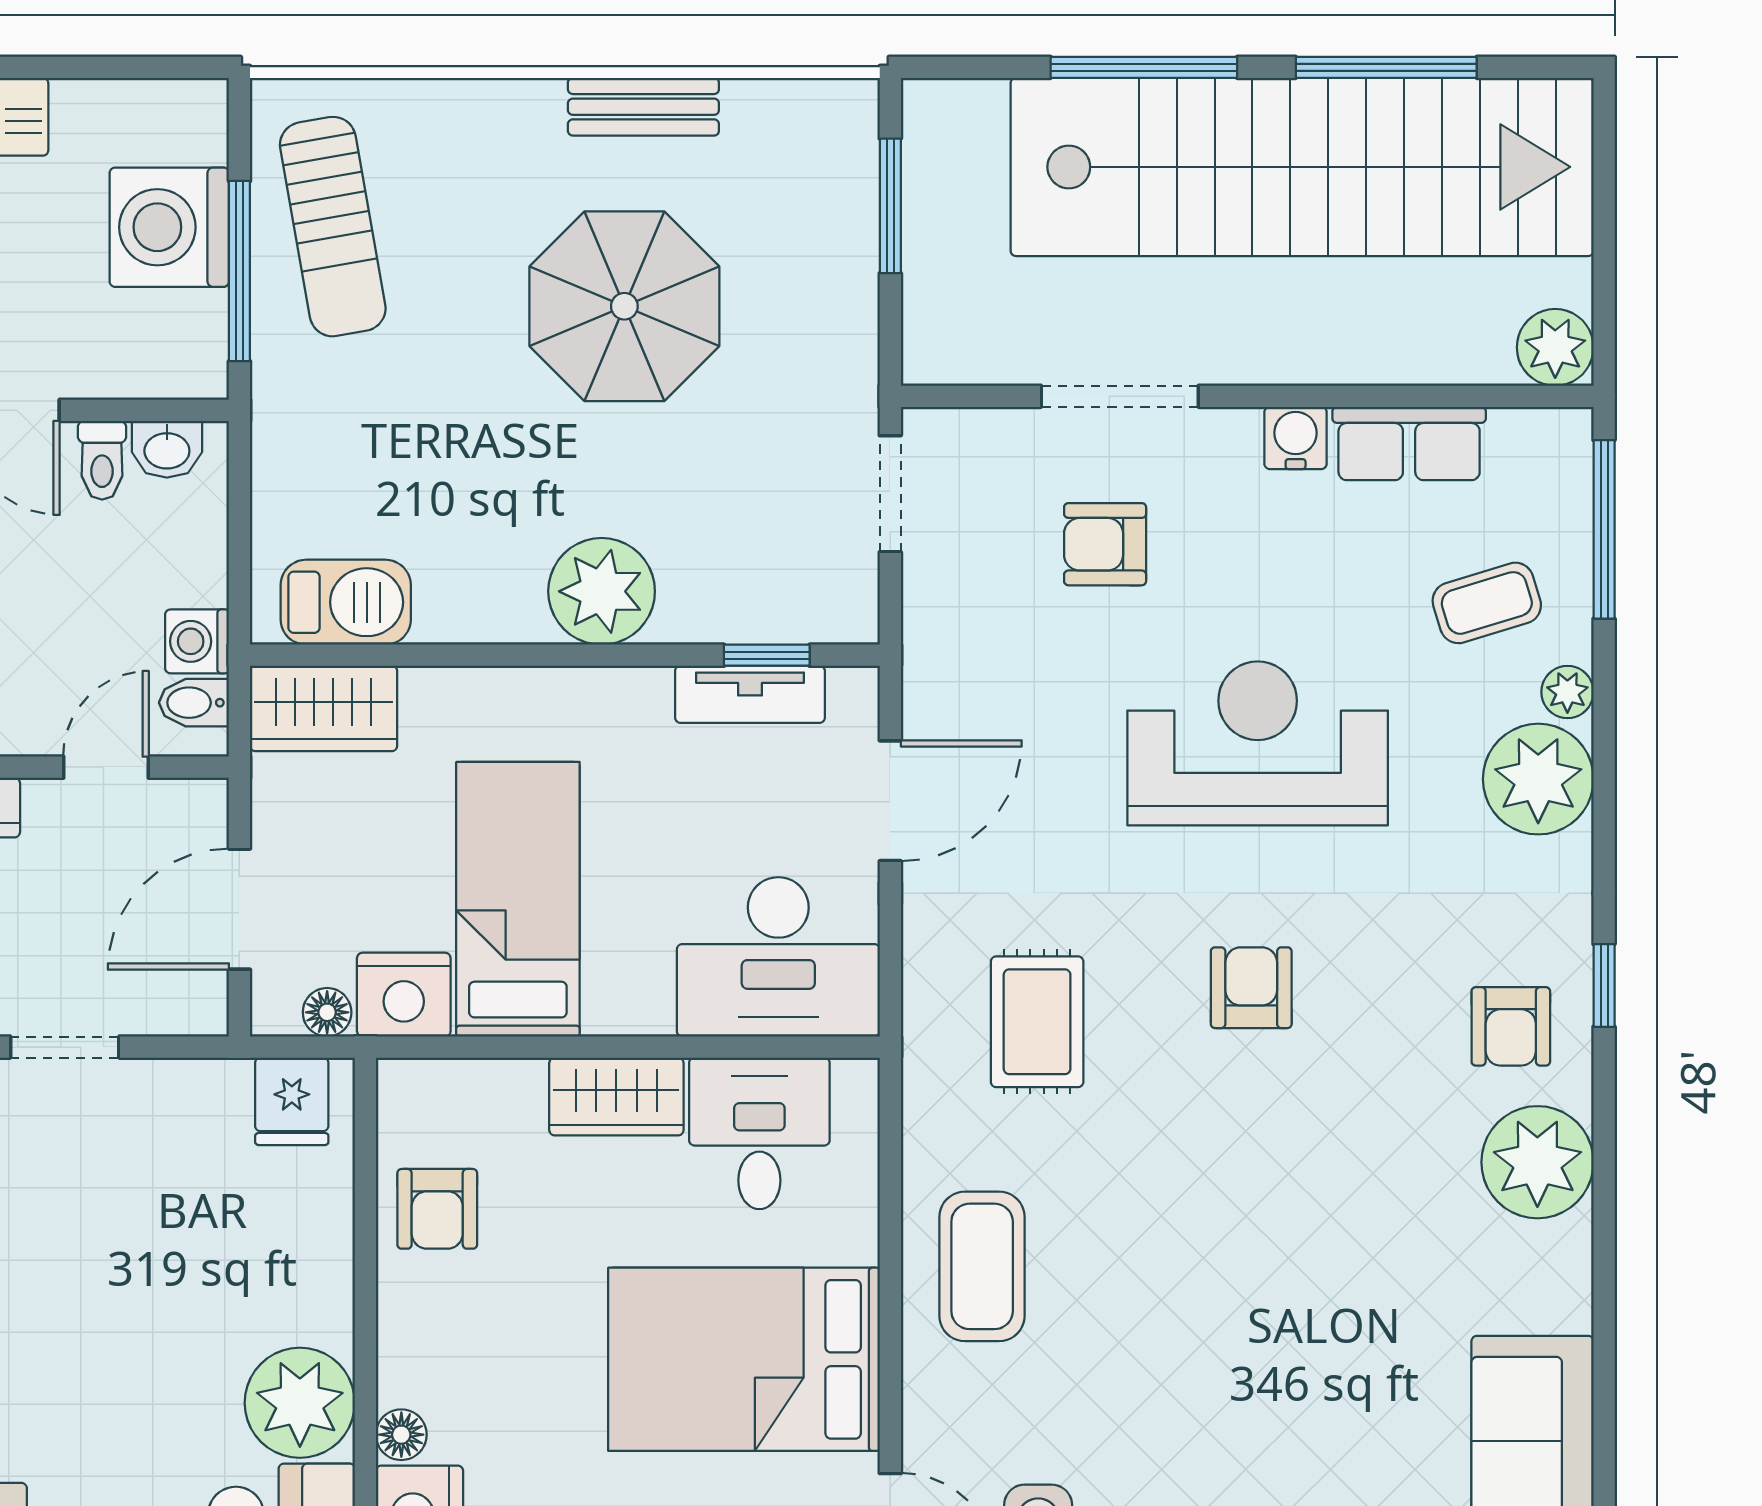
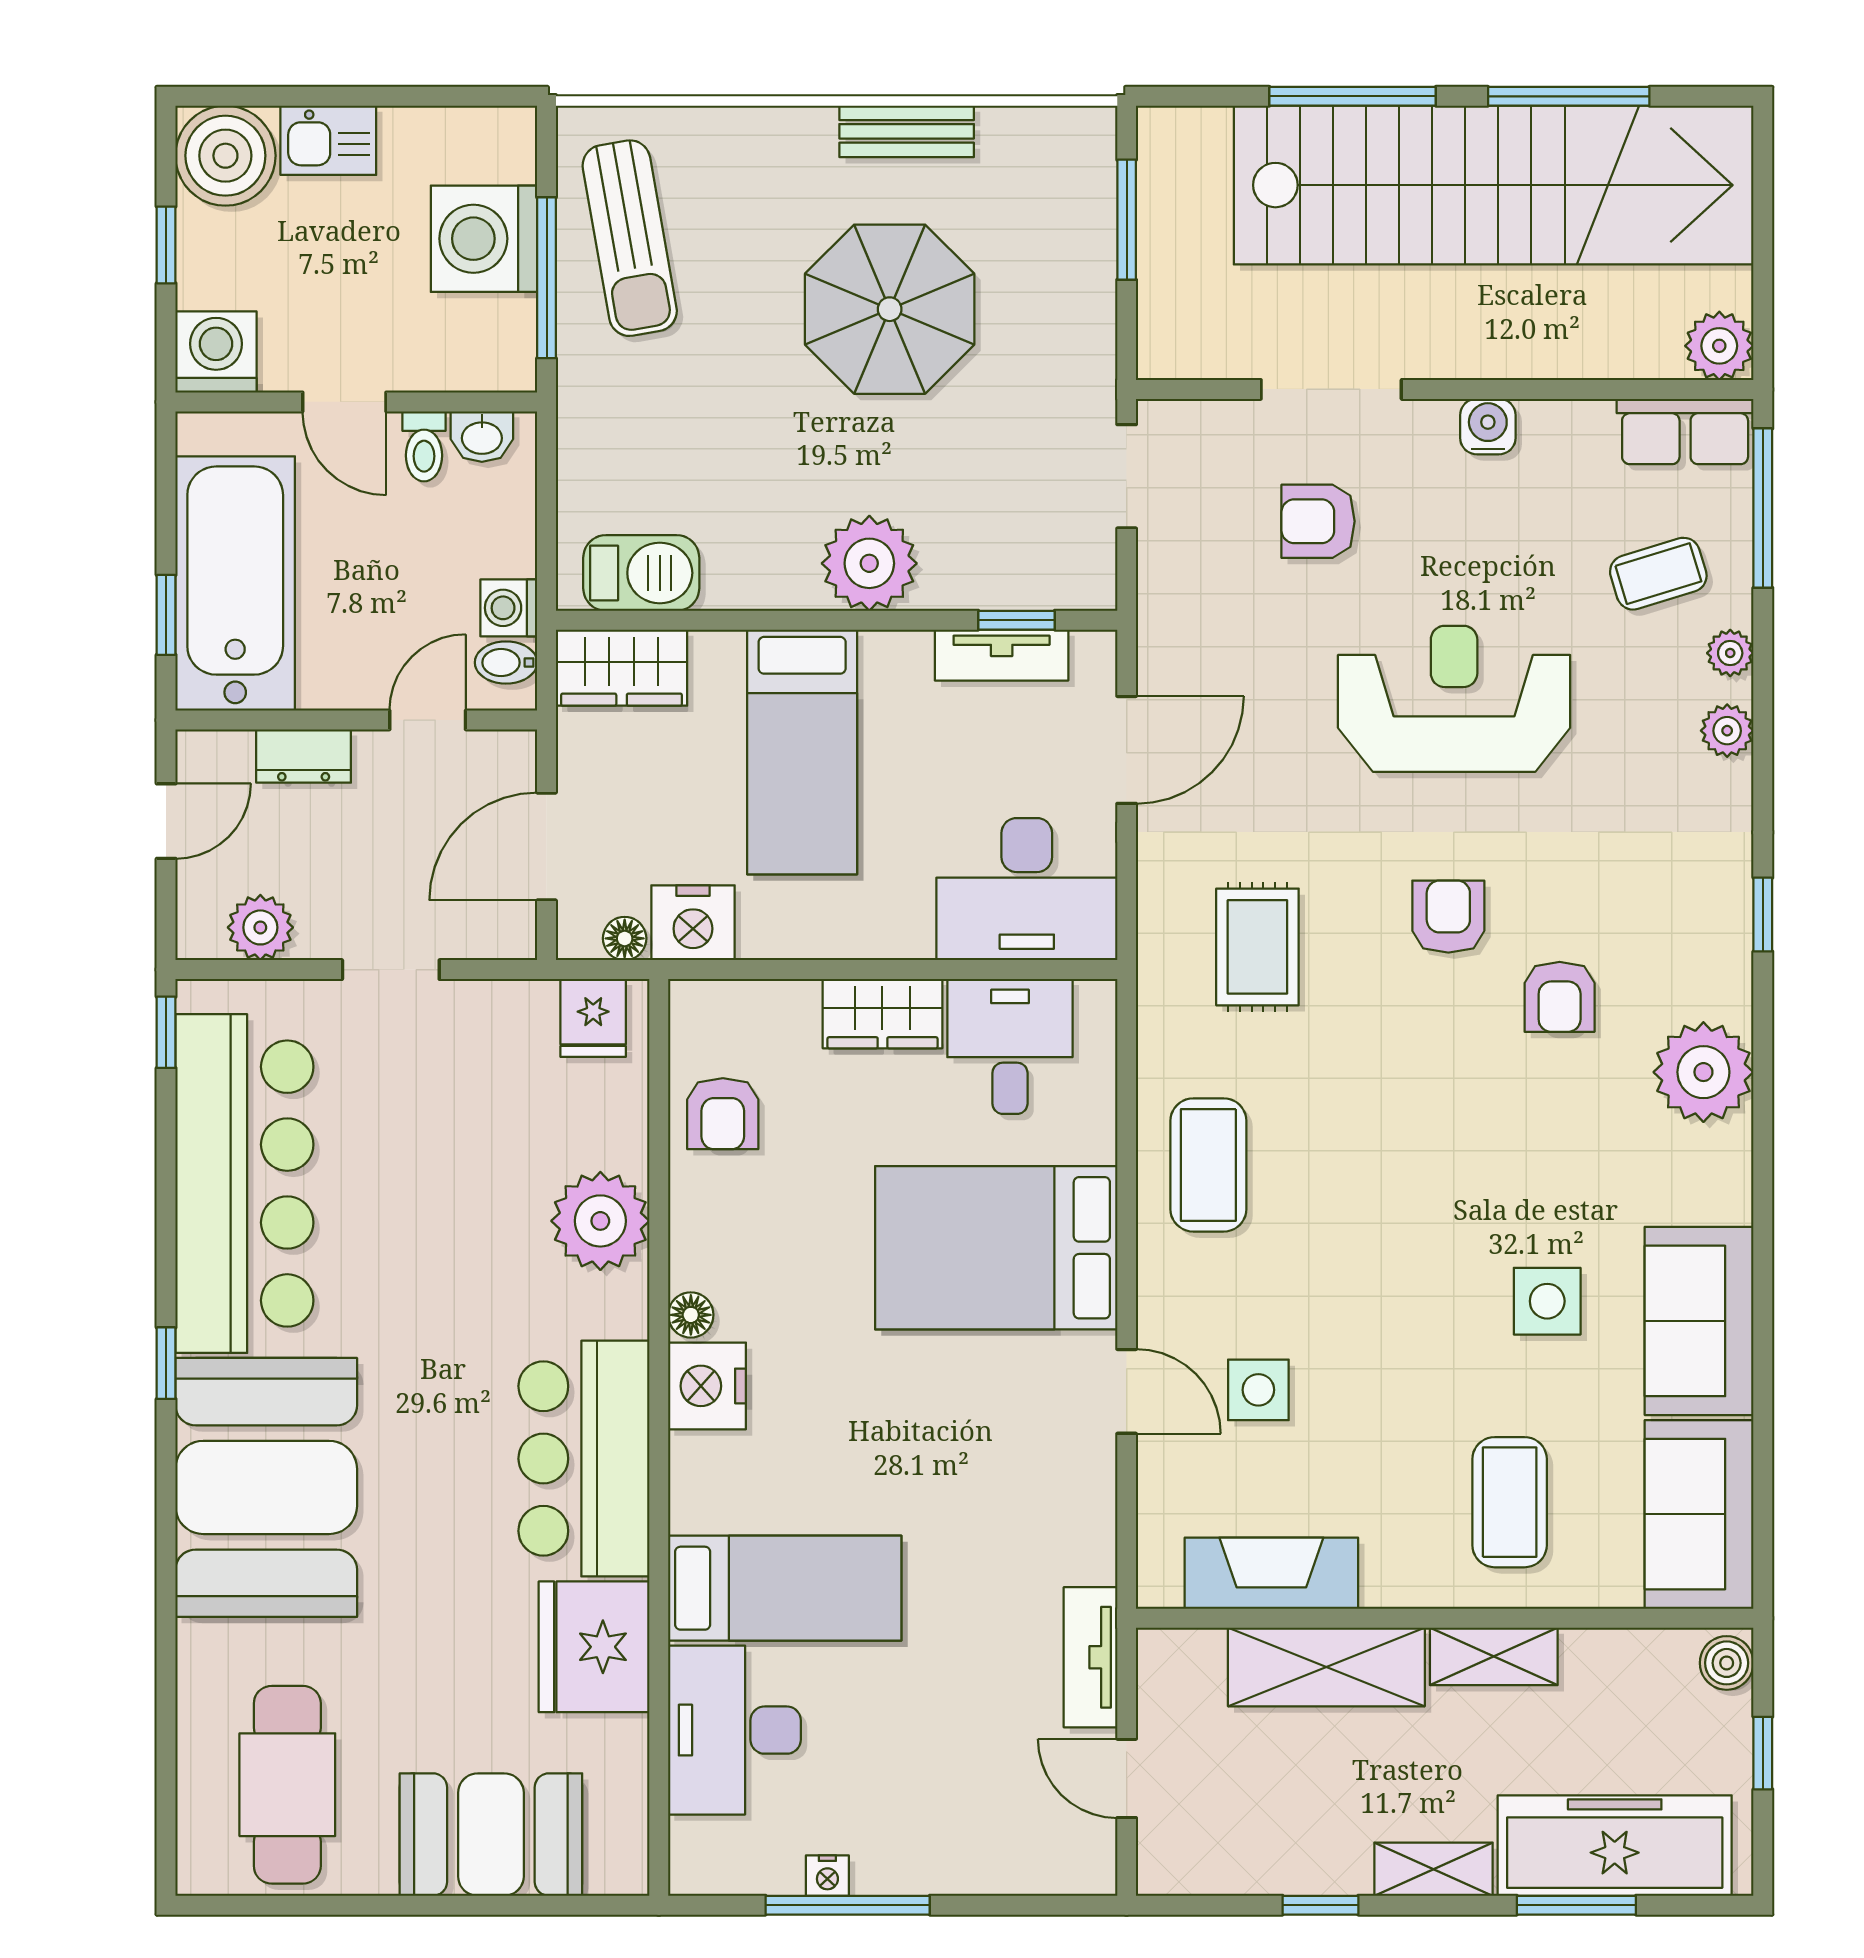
row of seats: (1409, 444) -> (1685, 432), moved
plant: (1538, 779) -> (1727, 731), width x0.53, depth x0.53
bed: (518, 899) -> (802, 752), moved, turned 180
armchair: (1511, 1026) -> (1560, 997), moved
plant: (300, 1403) -> (600, 1221), moved
side table: (1362, 1419) -> (1547, 1301), added

